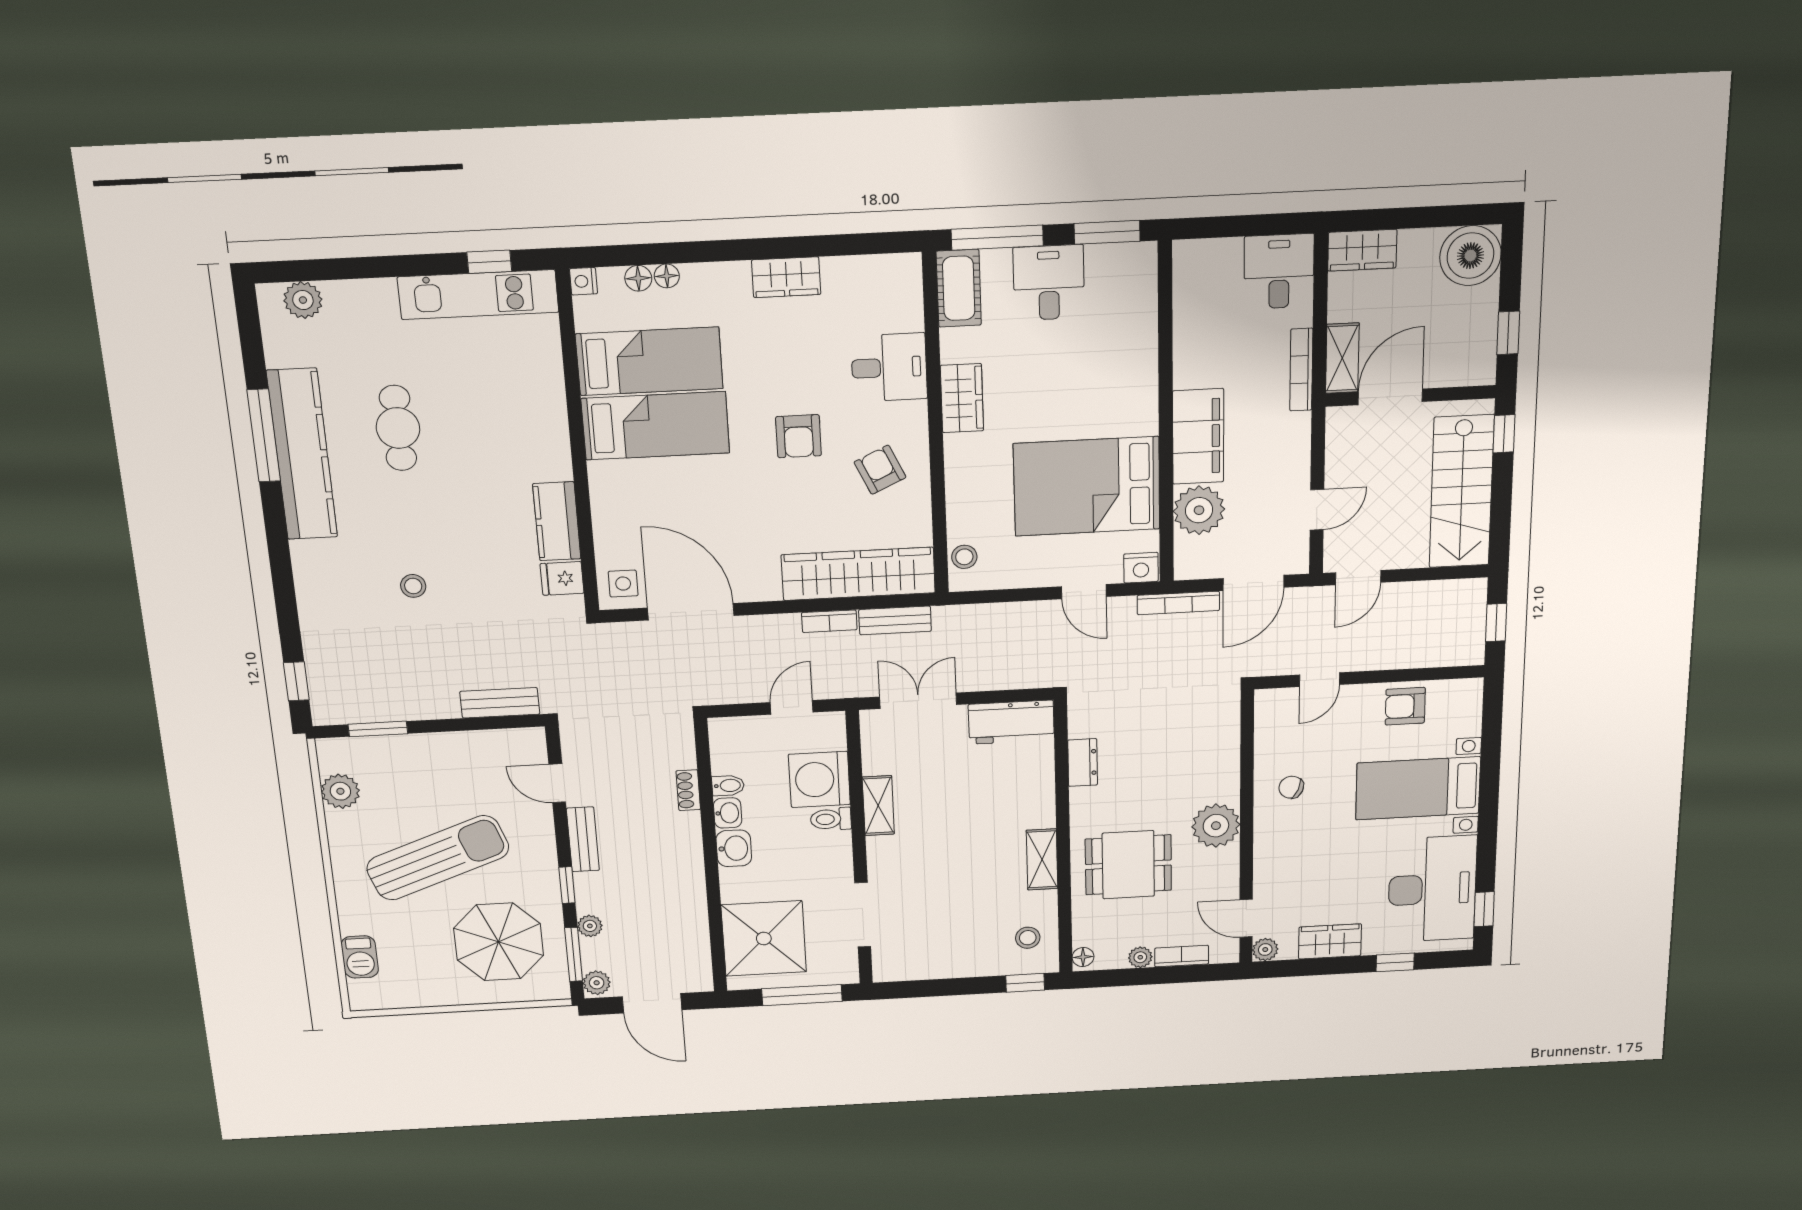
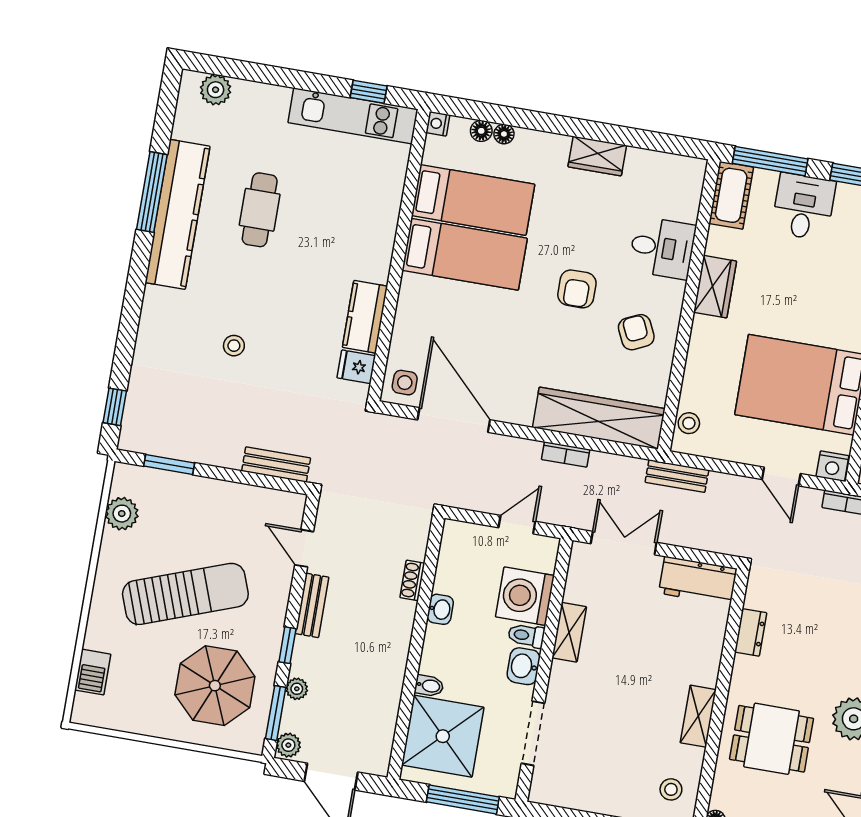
bench: (895, 620) -> (677, 476), moved
bidet: (728, 786) -> (429, 686), moved
washbasin: (734, 848) -> (524, 666), moved, turned 180

